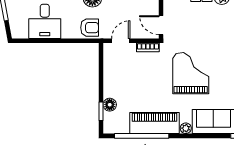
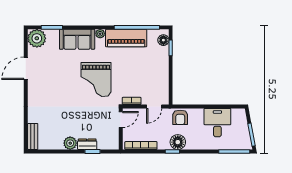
door: (161, 25) -> (121, 120), hinge flipped
armchair: (90, 28) -> (180, 117), turned -90
floor lamp: (110, 105) -> (163, 40), moved

